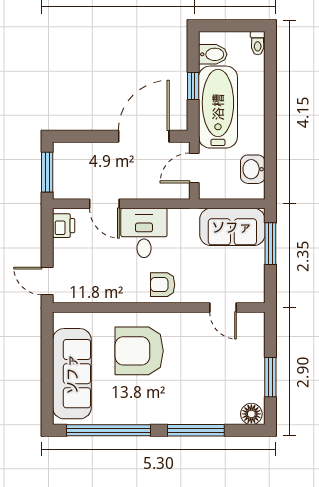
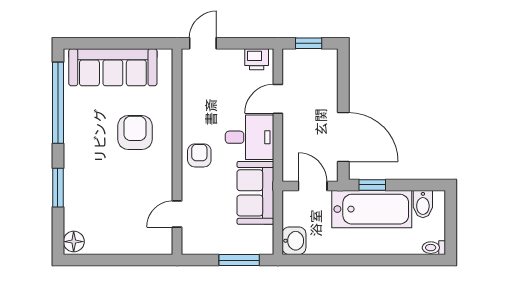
window: (193, 86) -> (372, 185), moved
washbasin: (253, 169) -> (294, 241), moved, turned 90
window: (47, 172) -> (309, 43), width x0.67
sofa: (232, 227) -> (255, 193), moved
armchair: (139, 351) -> (135, 133), width x0.73, depth x0.73
window: (270, 377) -> (109, 260), removed
window: (196, 430) -> (58, 188), width x0.69

